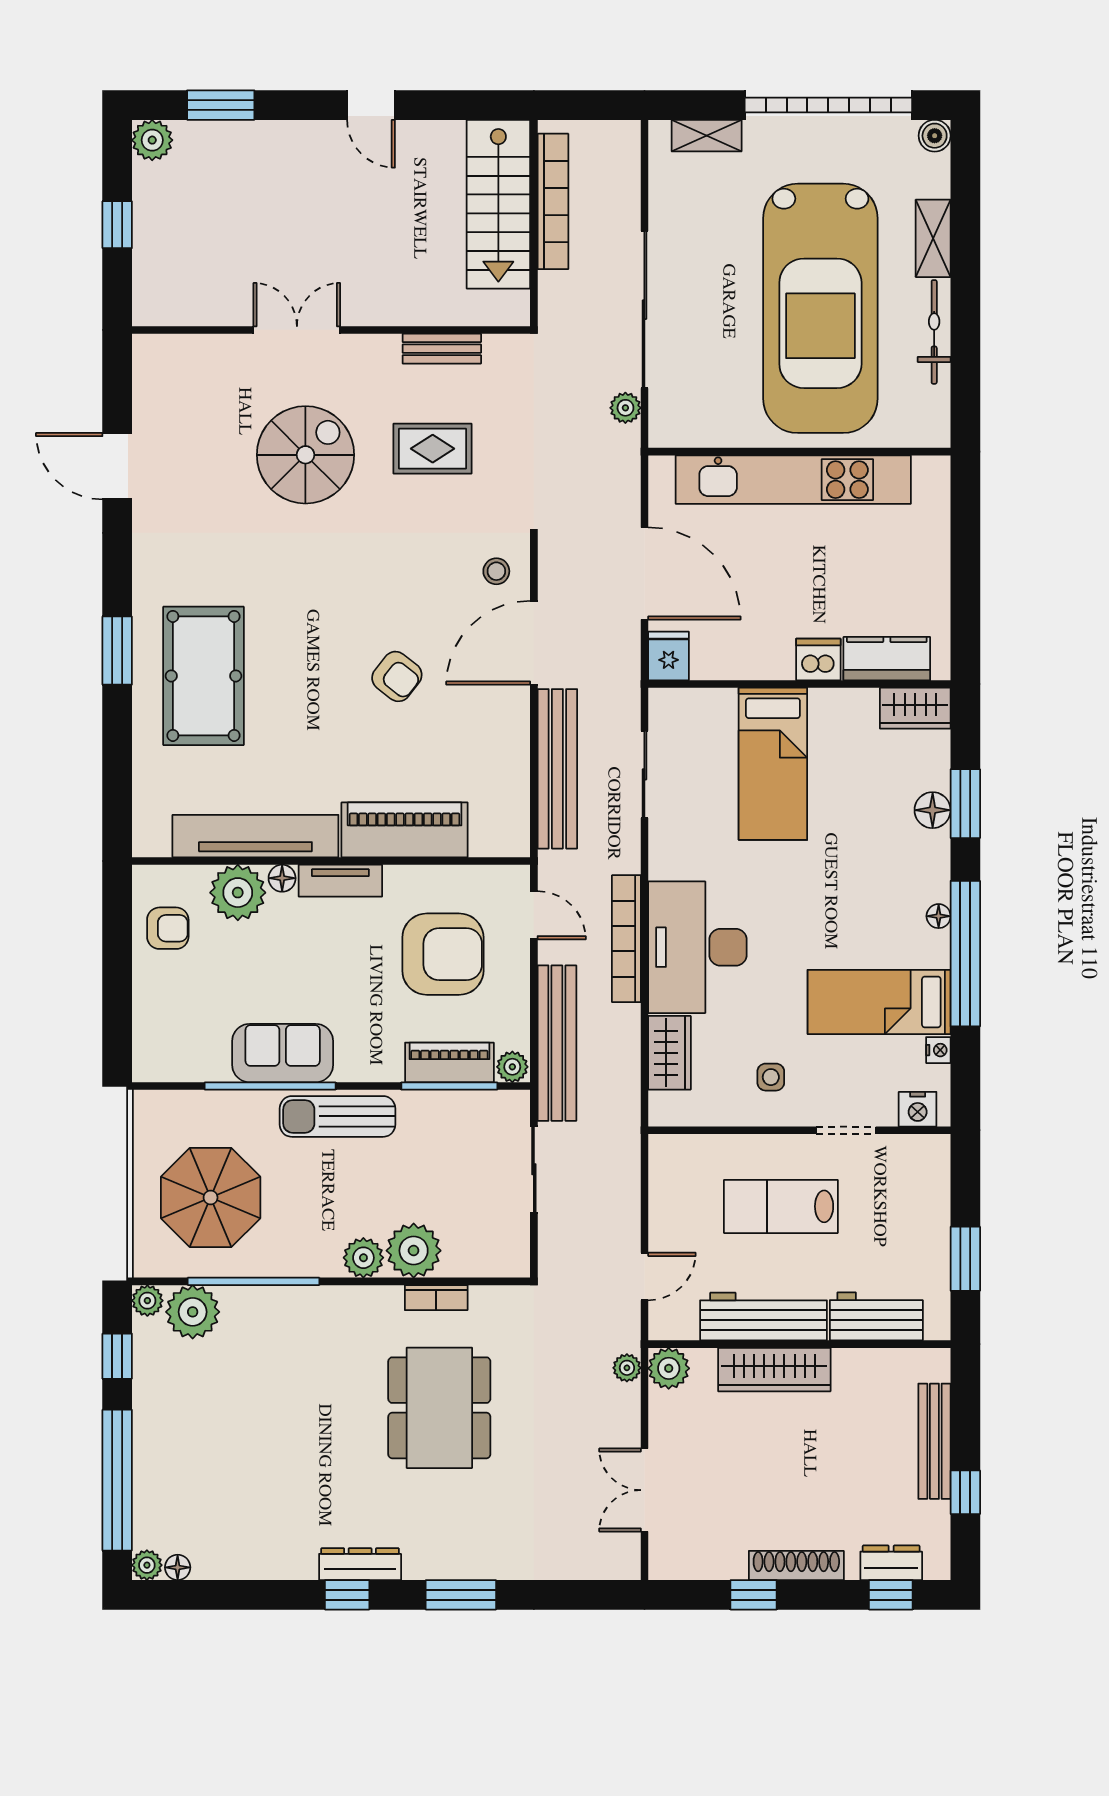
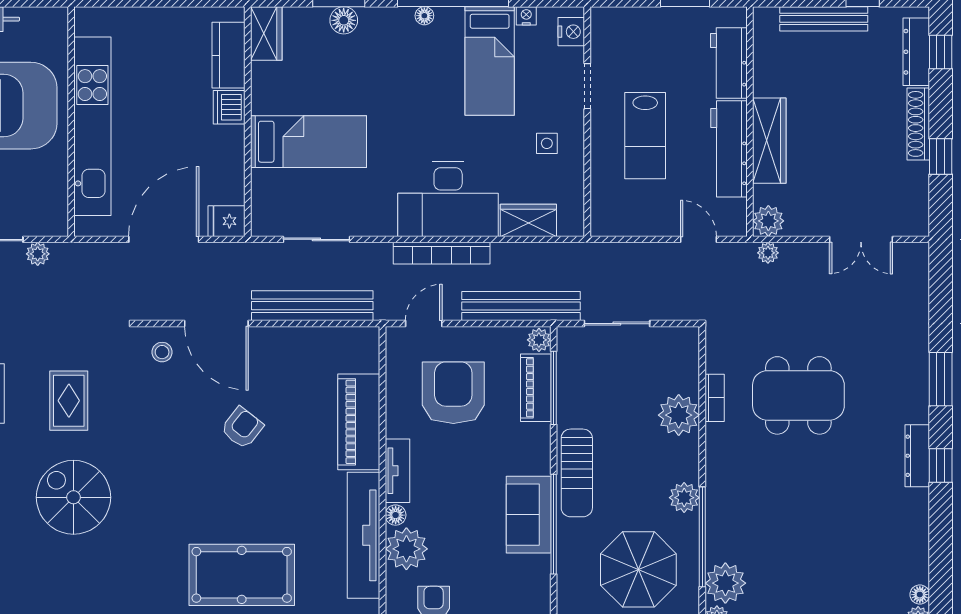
plant: (363, 1258) -> (684, 498), moved
dresser: (891, 1563) -> (916, 52), width x1.44

